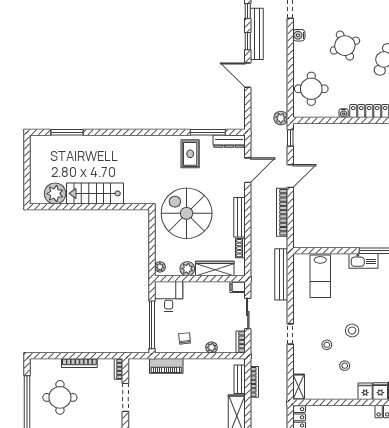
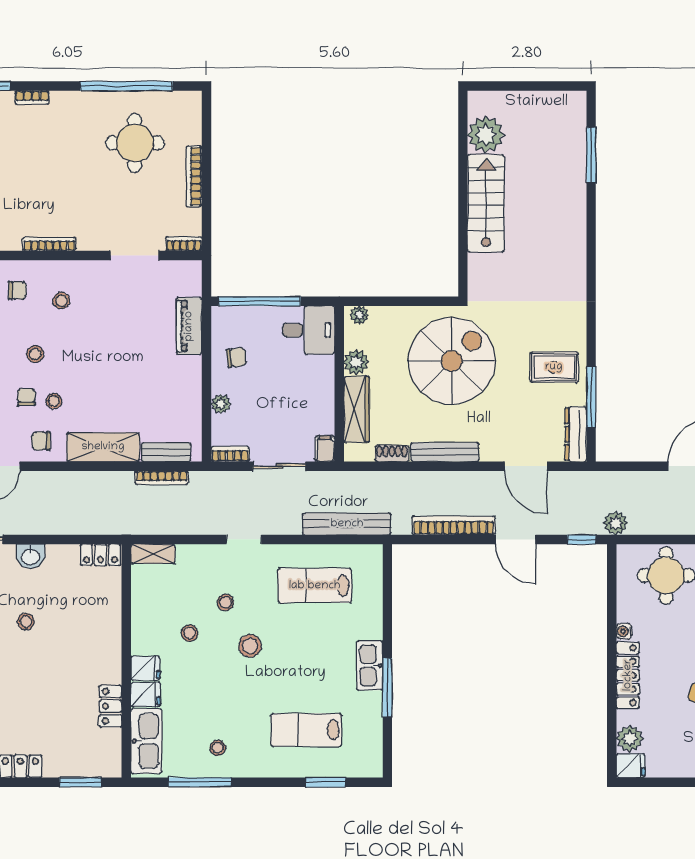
lab bench: (320, 276) -> (315, 586), moved

